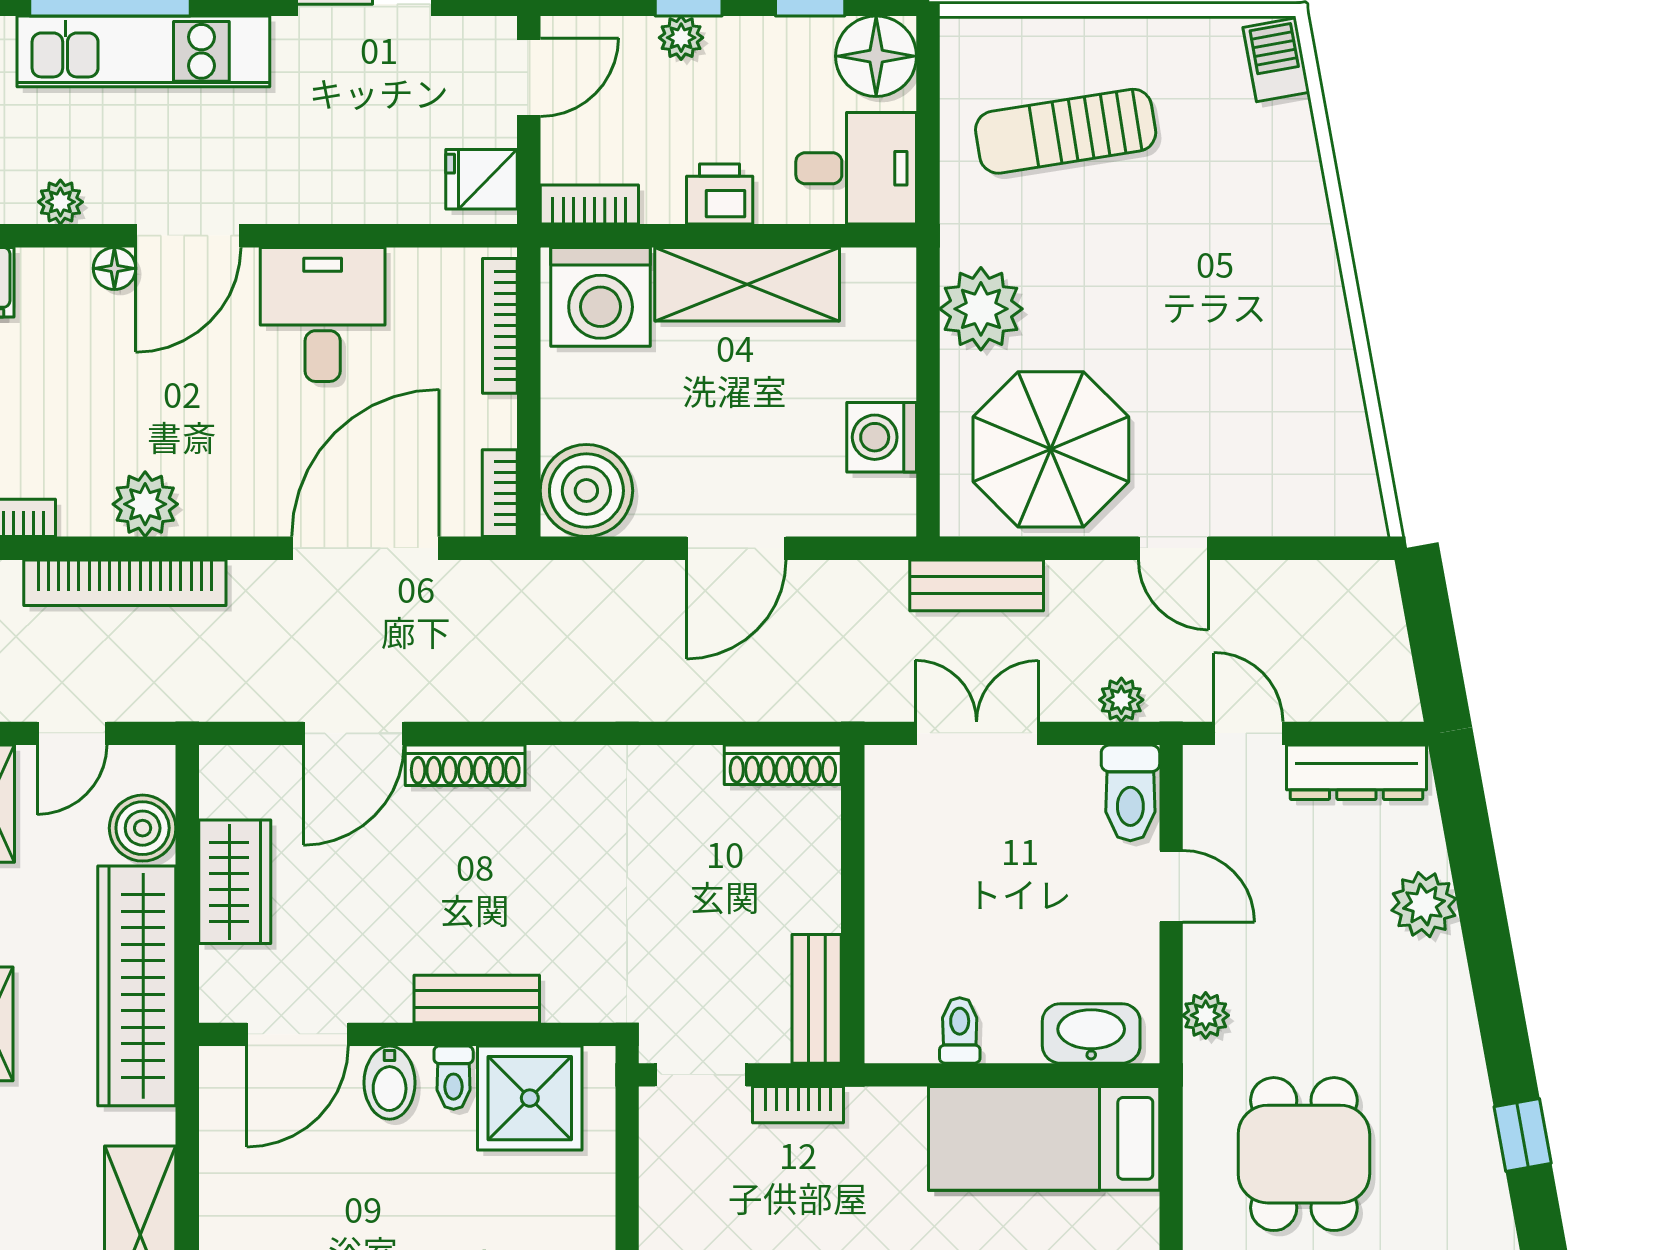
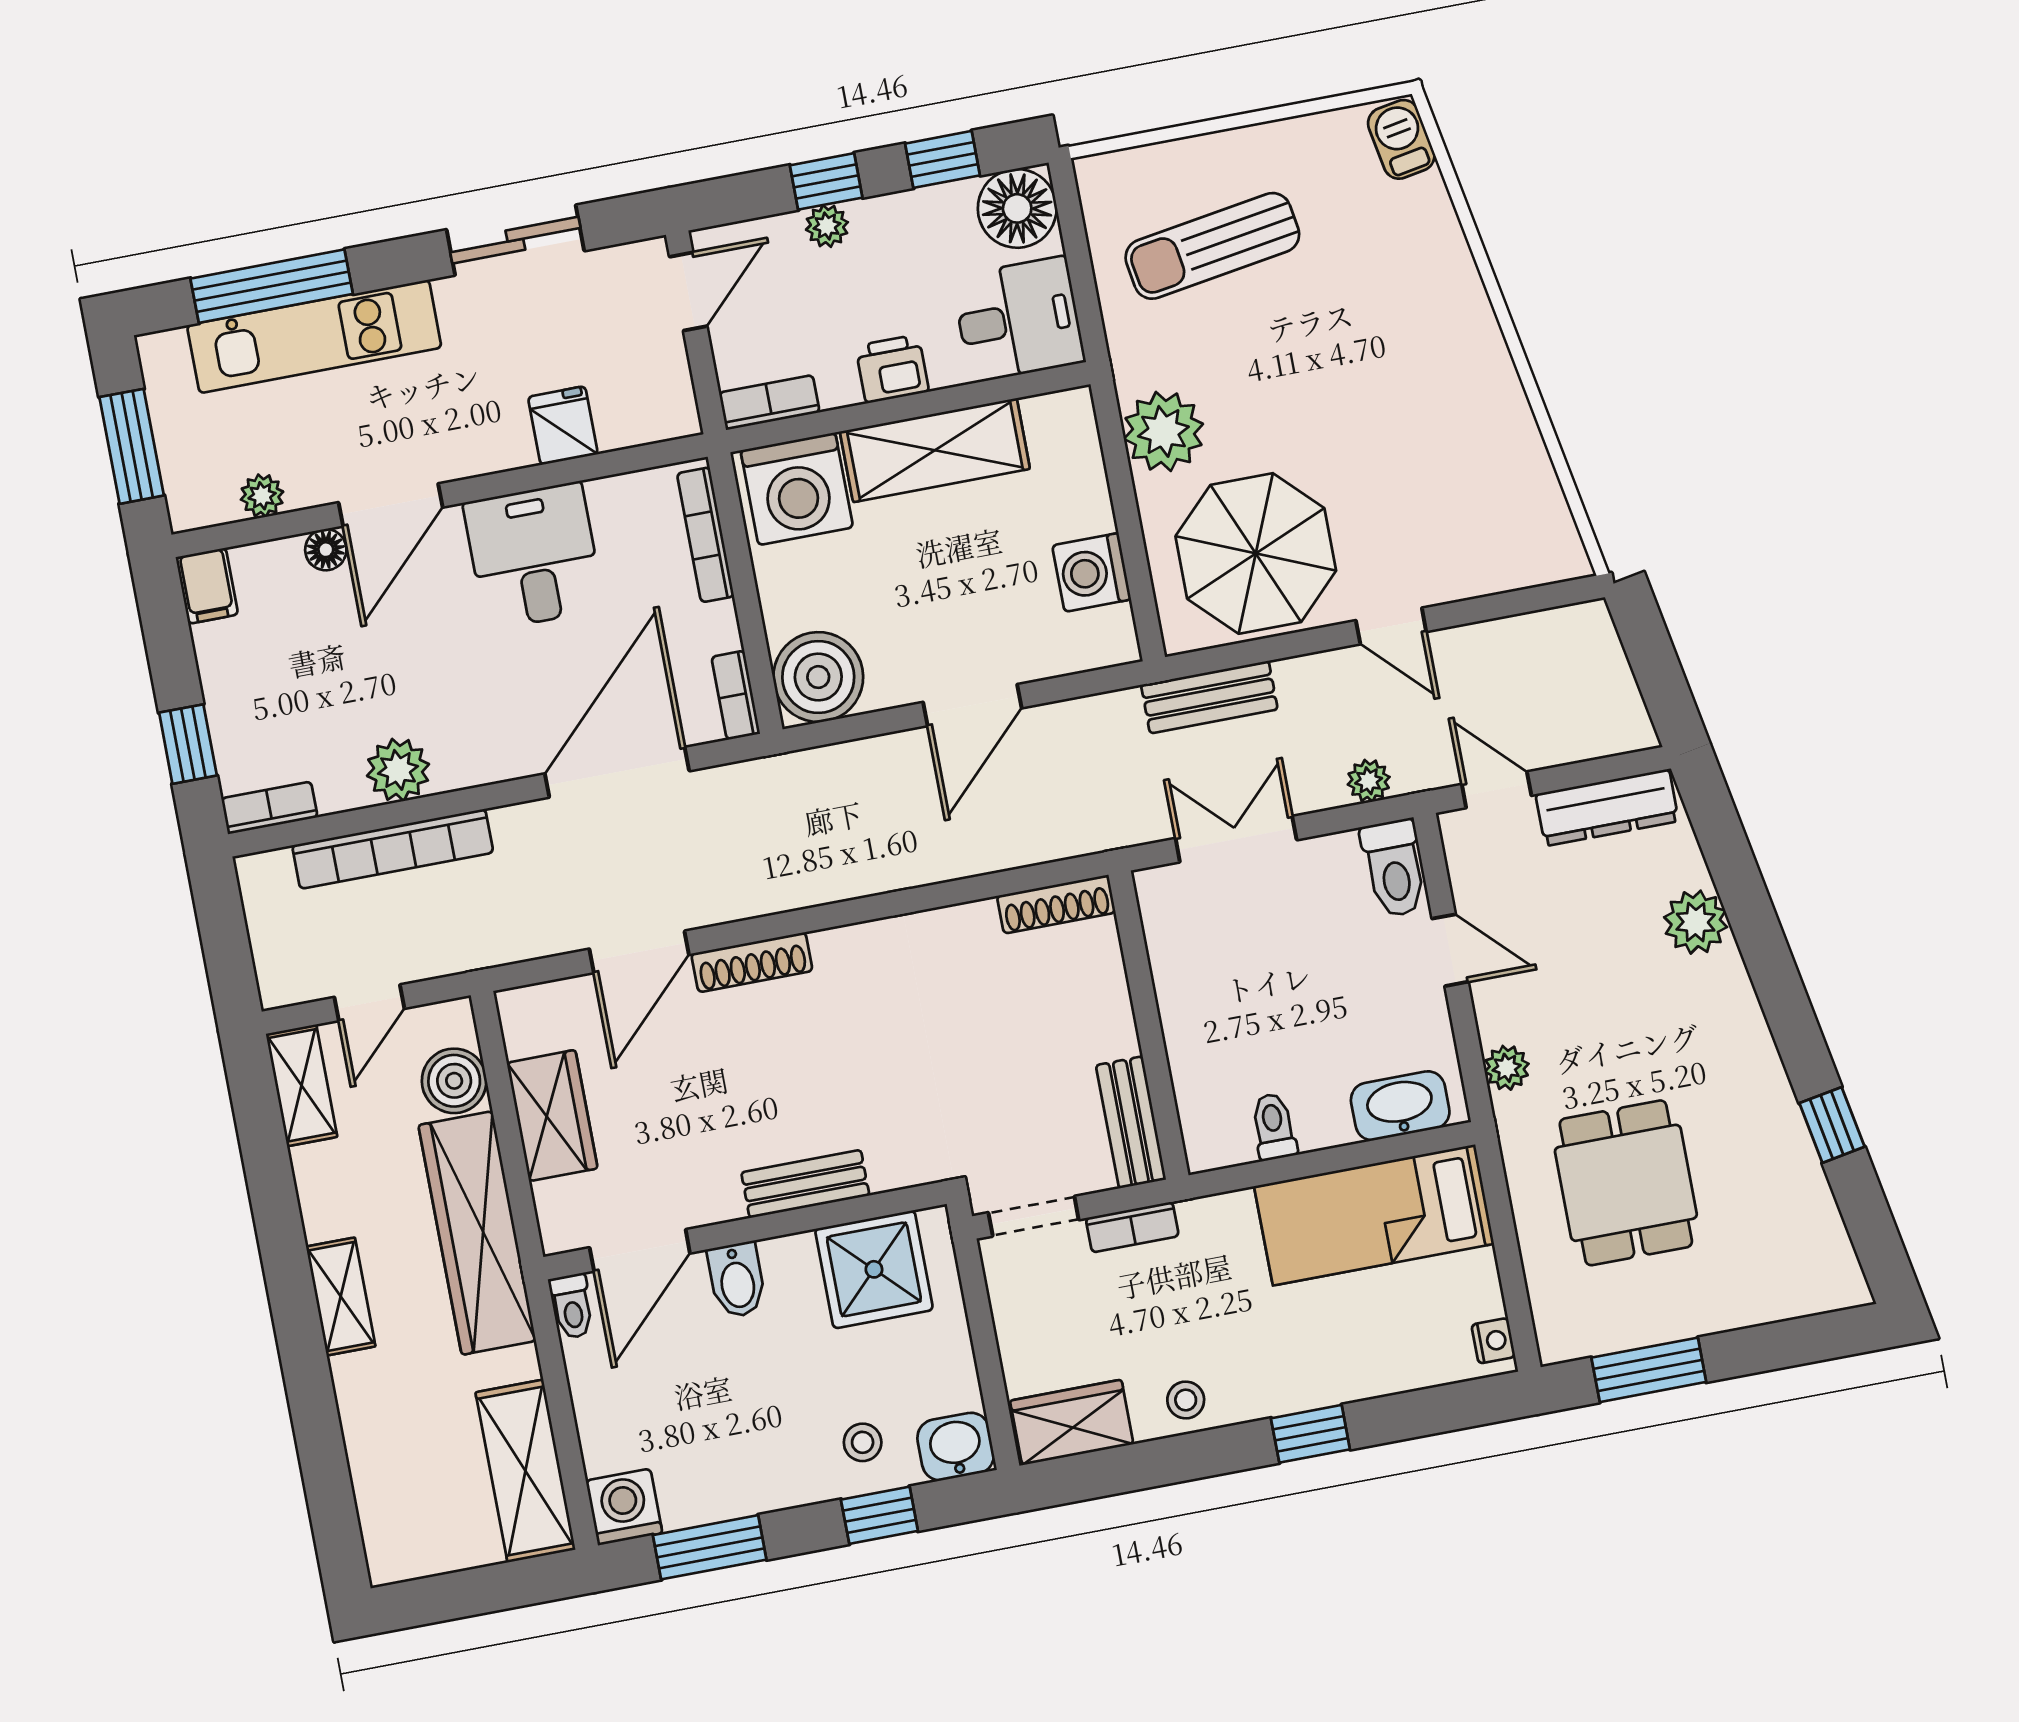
fridge: (481, 179) -> (563, 425), moved, turned 90
toilet: (454, 1078) -> (572, 1306), moved

